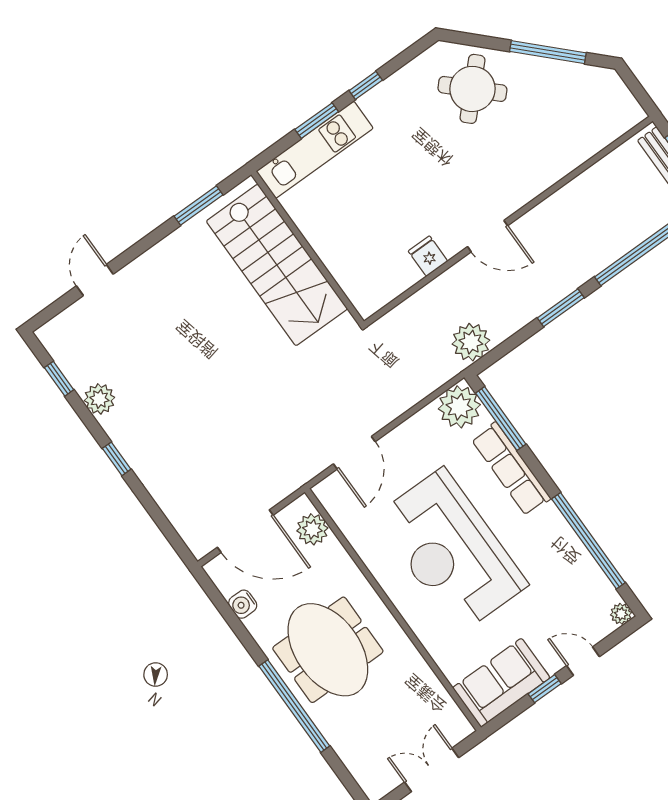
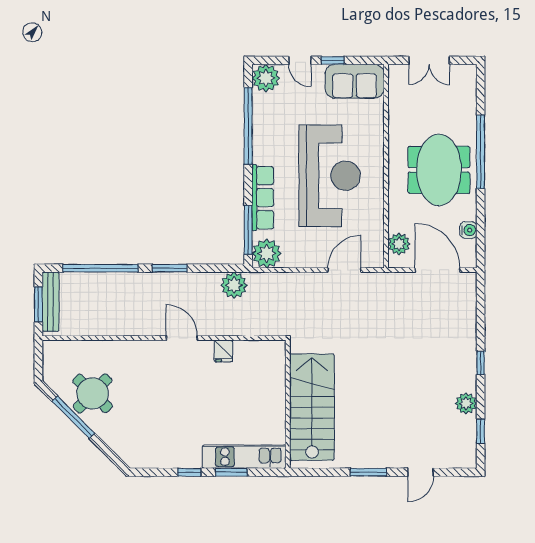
round table: (472, 89) -> (93, 393), moved
window: (198, 205) -> (368, 472), moved
plant: (621, 614) -> (266, 78), width x1.88, depth x1.88

